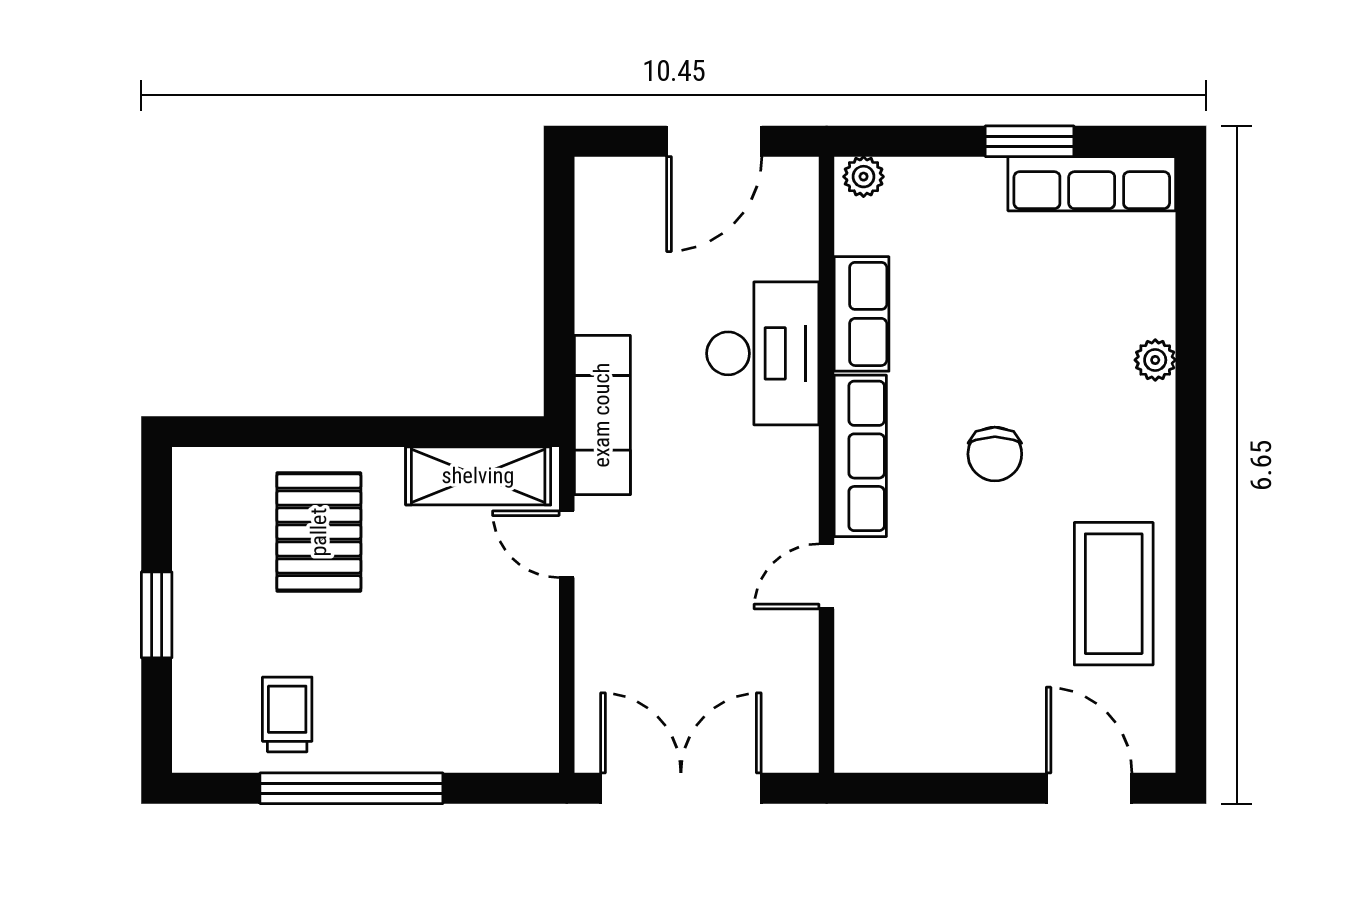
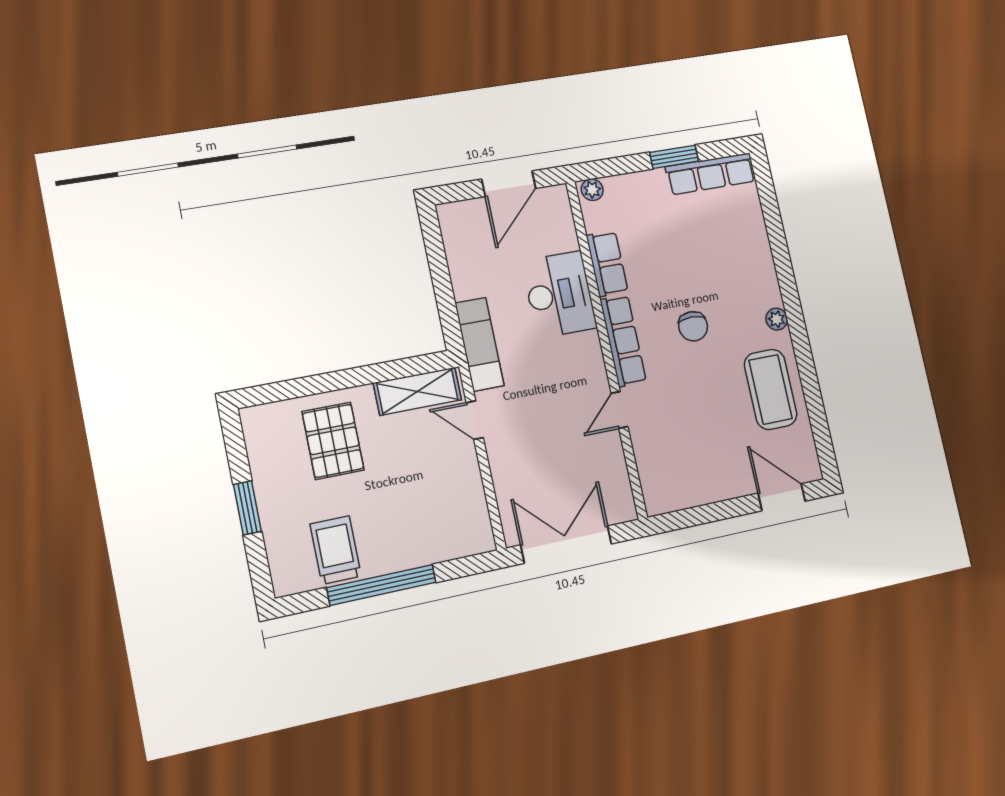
plant: (1155, 360) -> (777, 319), moved
trolley: (287, 714) -> (336, 550), width x1.36, depth x1.39

